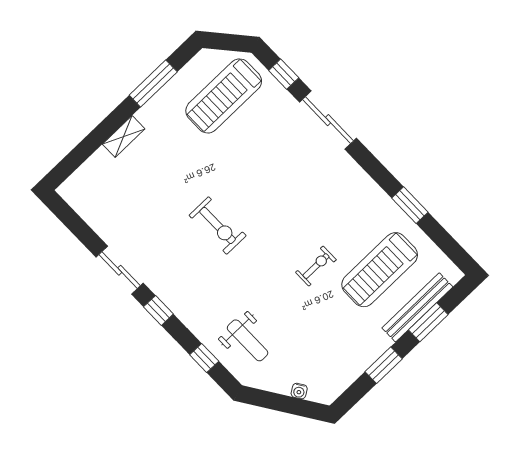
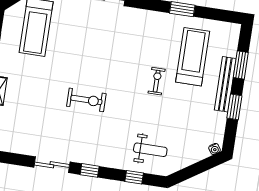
treadmill: (380, 270) -> (193, 57), turned 180
bench: (417, 307) -> (225, 84), moved
water cooler: (299, 391) -> (215, 149), moved

